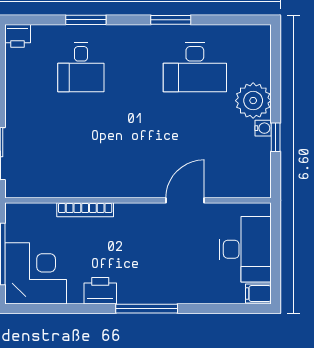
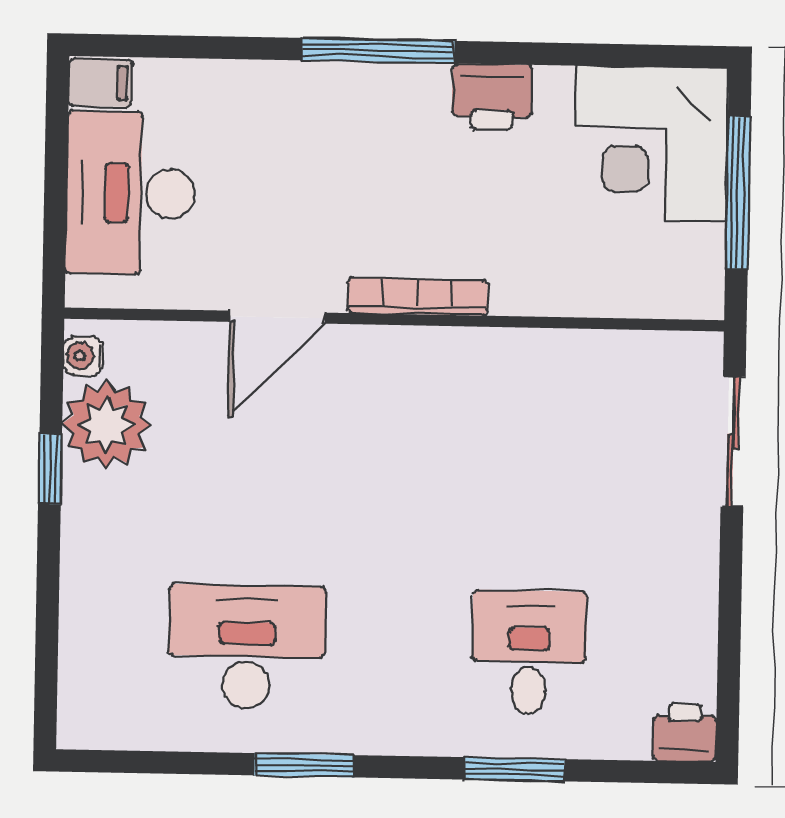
plant: (253, 101) -> (106, 425), moved
water cooler: (263, 128) -> (83, 356), moved
bookcase: (85, 210) -> (417, 296), moved

